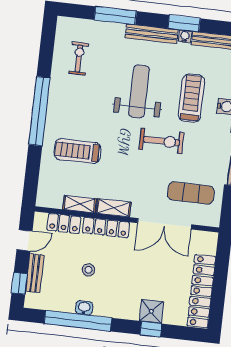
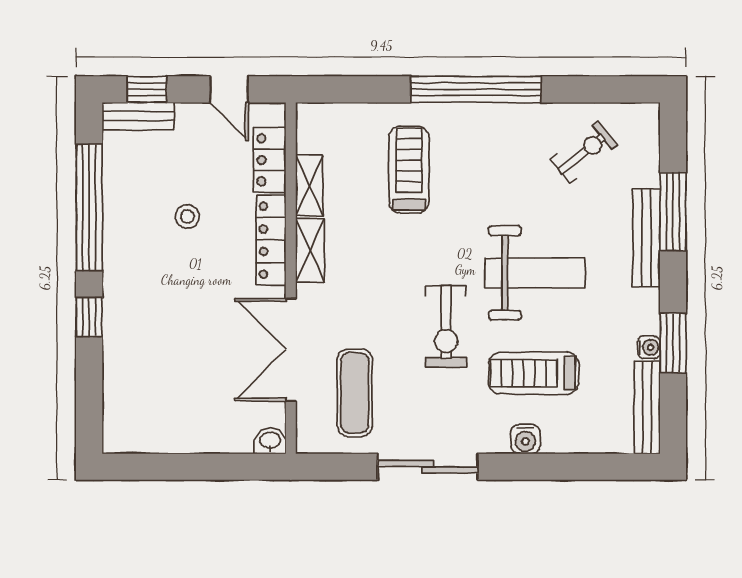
bench: (152, 34) -> (646, 238), moved
exercise bike: (79, 58) -> (584, 152), turned -39
treadmill: (191, 98) -> (534, 373), turned 180
bench: (35, 273) -> (138, 116), moved
locker: (201, 291) -> (172, 434), removed
washbasin: (84, 308) -> (270, 441), moved, turned -90
shower: (151, 311) -> (123, 344), removed
window: (151, 329) -> (89, 317), moved

